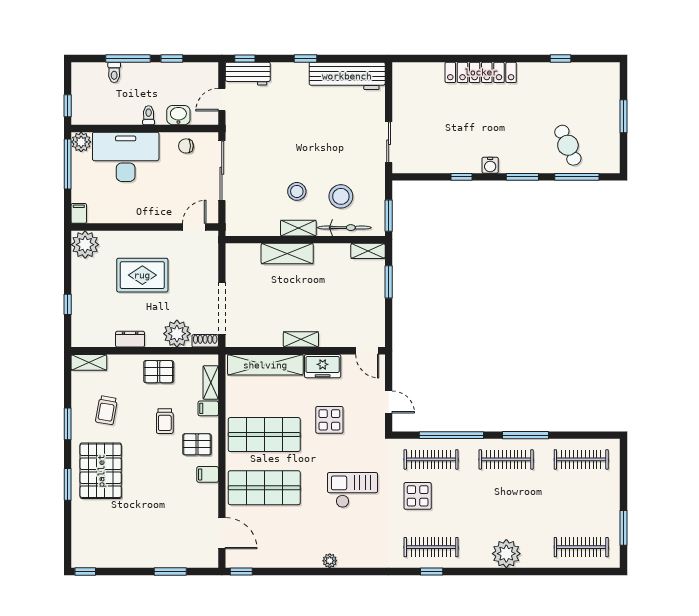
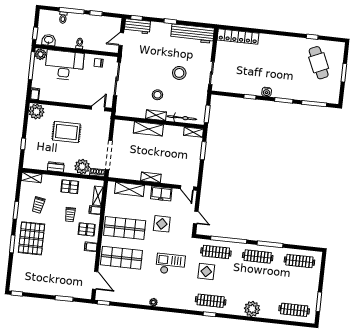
locker: (481, 72) -> (238, 37), moved
washbasin: (178, 115) -> (49, 40), moved
cafe table: (568, 145) -> (319, 63), moved, width x1.37, depth x1.35
stool: (341, 196) -> (179, 73), moved
shelving: (265, 365) -> (129, 189), width x0.68

